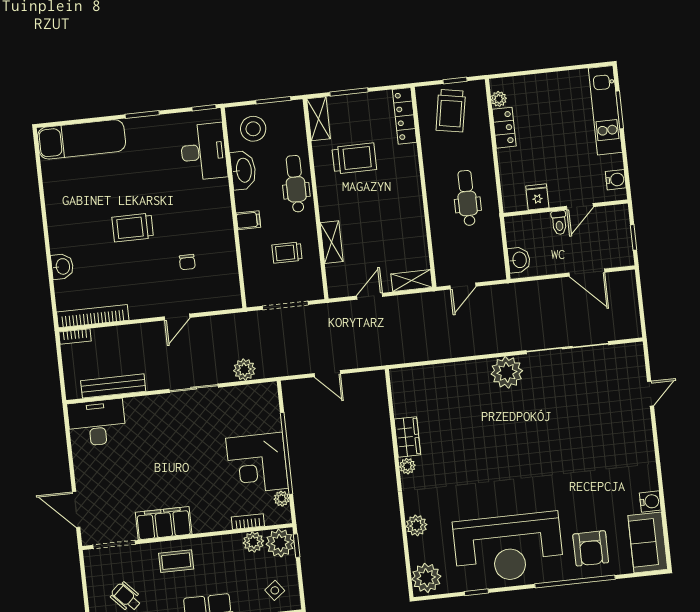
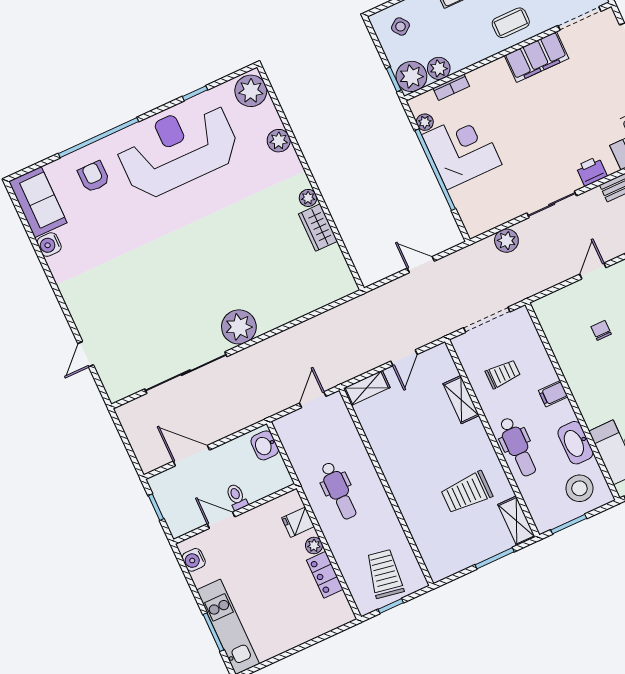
plant: (499, 99) -> (314, 545), moved
locker: (405, 116) -> (430, 553), removed
fridge: (537, 197) -> (298, 522), moved, turned 90
door: (580, 207) -> (221, 520), hinge flipped
printer: (149, 406) -> (591, 171), added
armchair: (591, 548) -> (94, 177), width x0.72, depth x0.72

